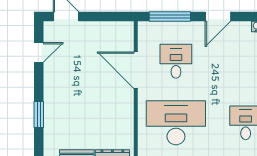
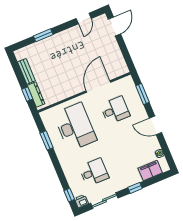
window: (170, 17) -> (142, 94), width x0.69
door: (39, 52) -> (84, 18), hinge flipped

